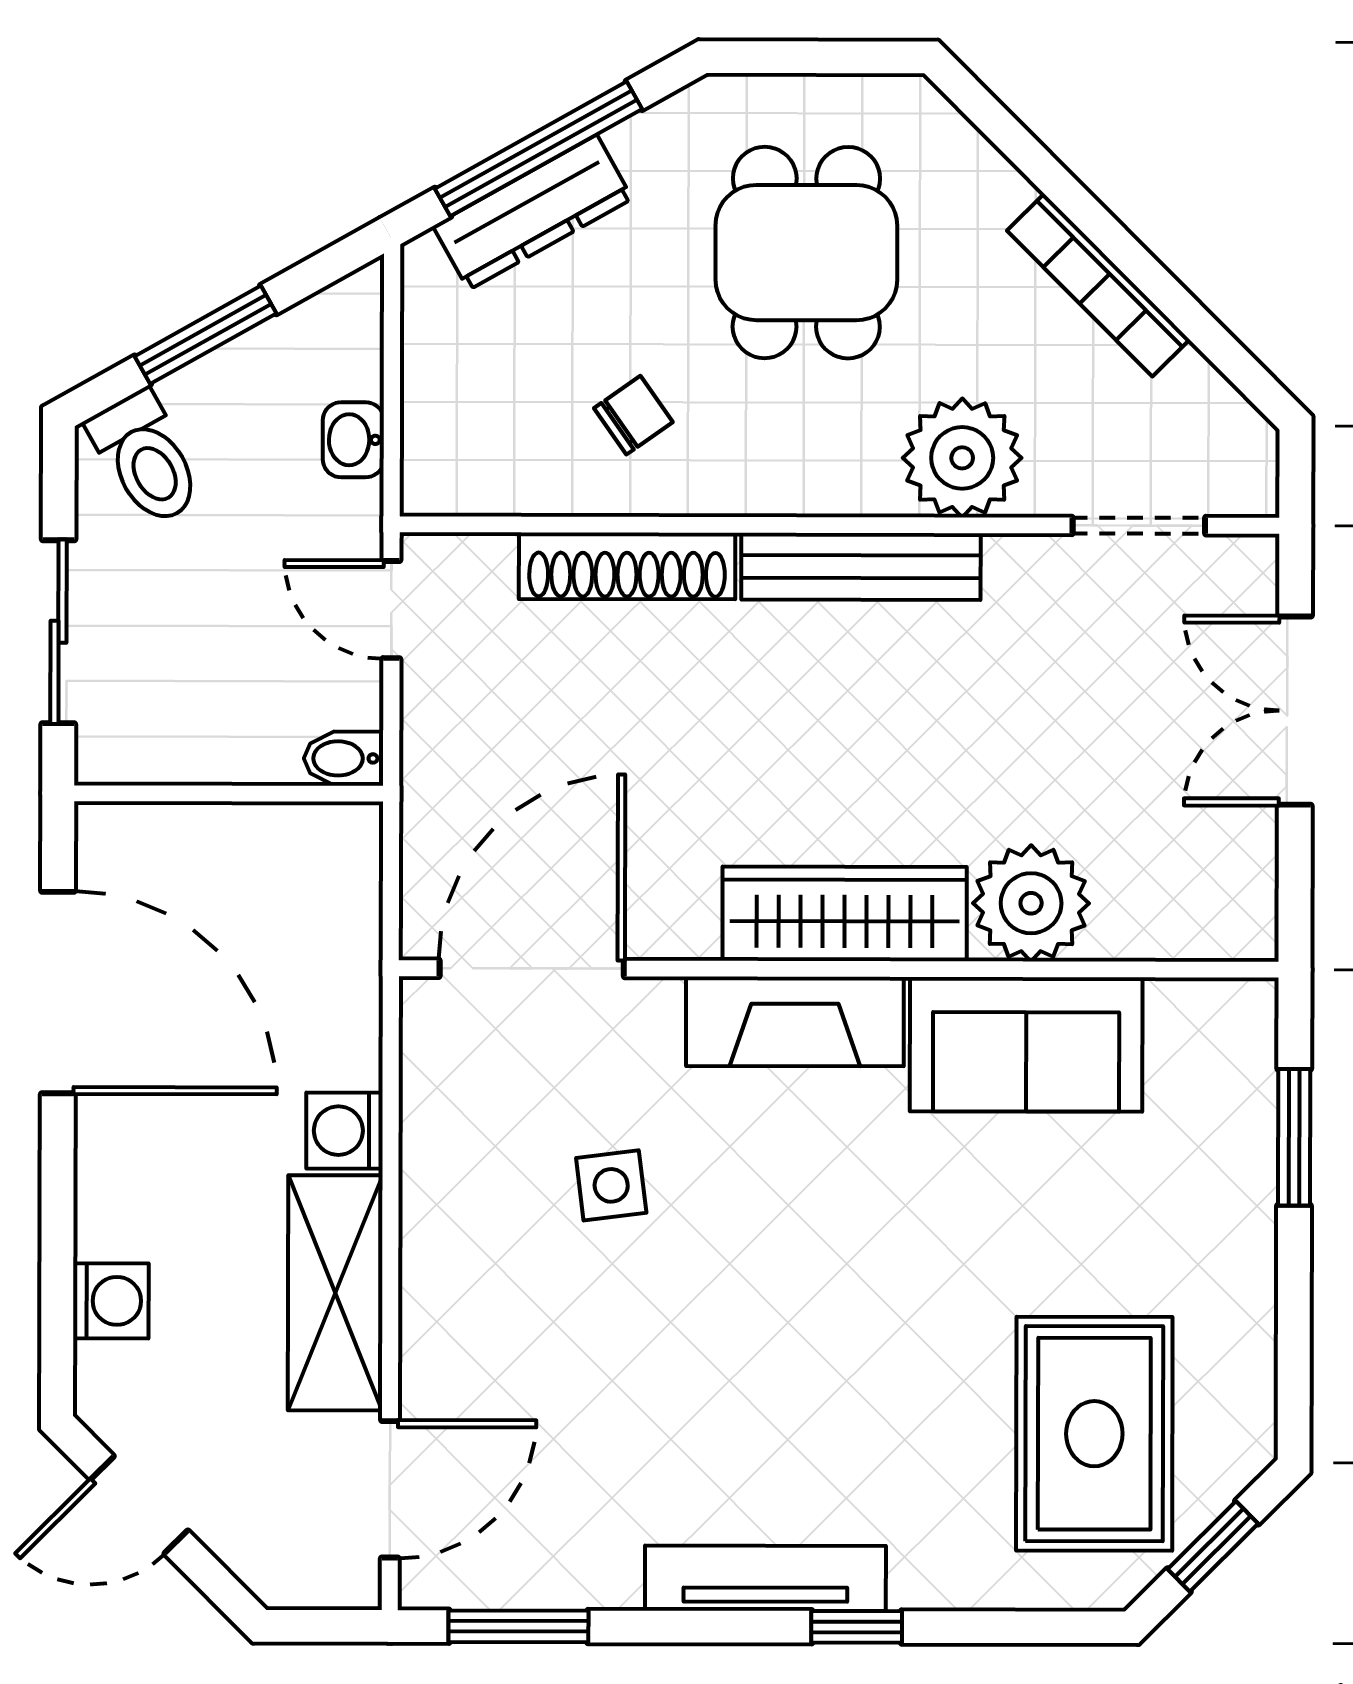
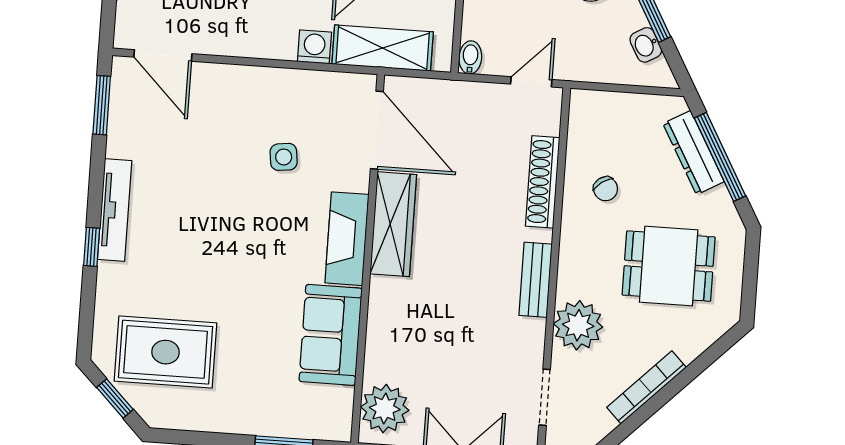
washbasin: (353, 440) -> (646, 45), moved, turned -119
bench: (861, 566) -> (536, 280), width x0.73
plant: (1031, 903) -> (385, 409), moved
wardrobe: (845, 914) -> (393, 224), moved
shelving: (335, 1293) -> (383, 48), moved

